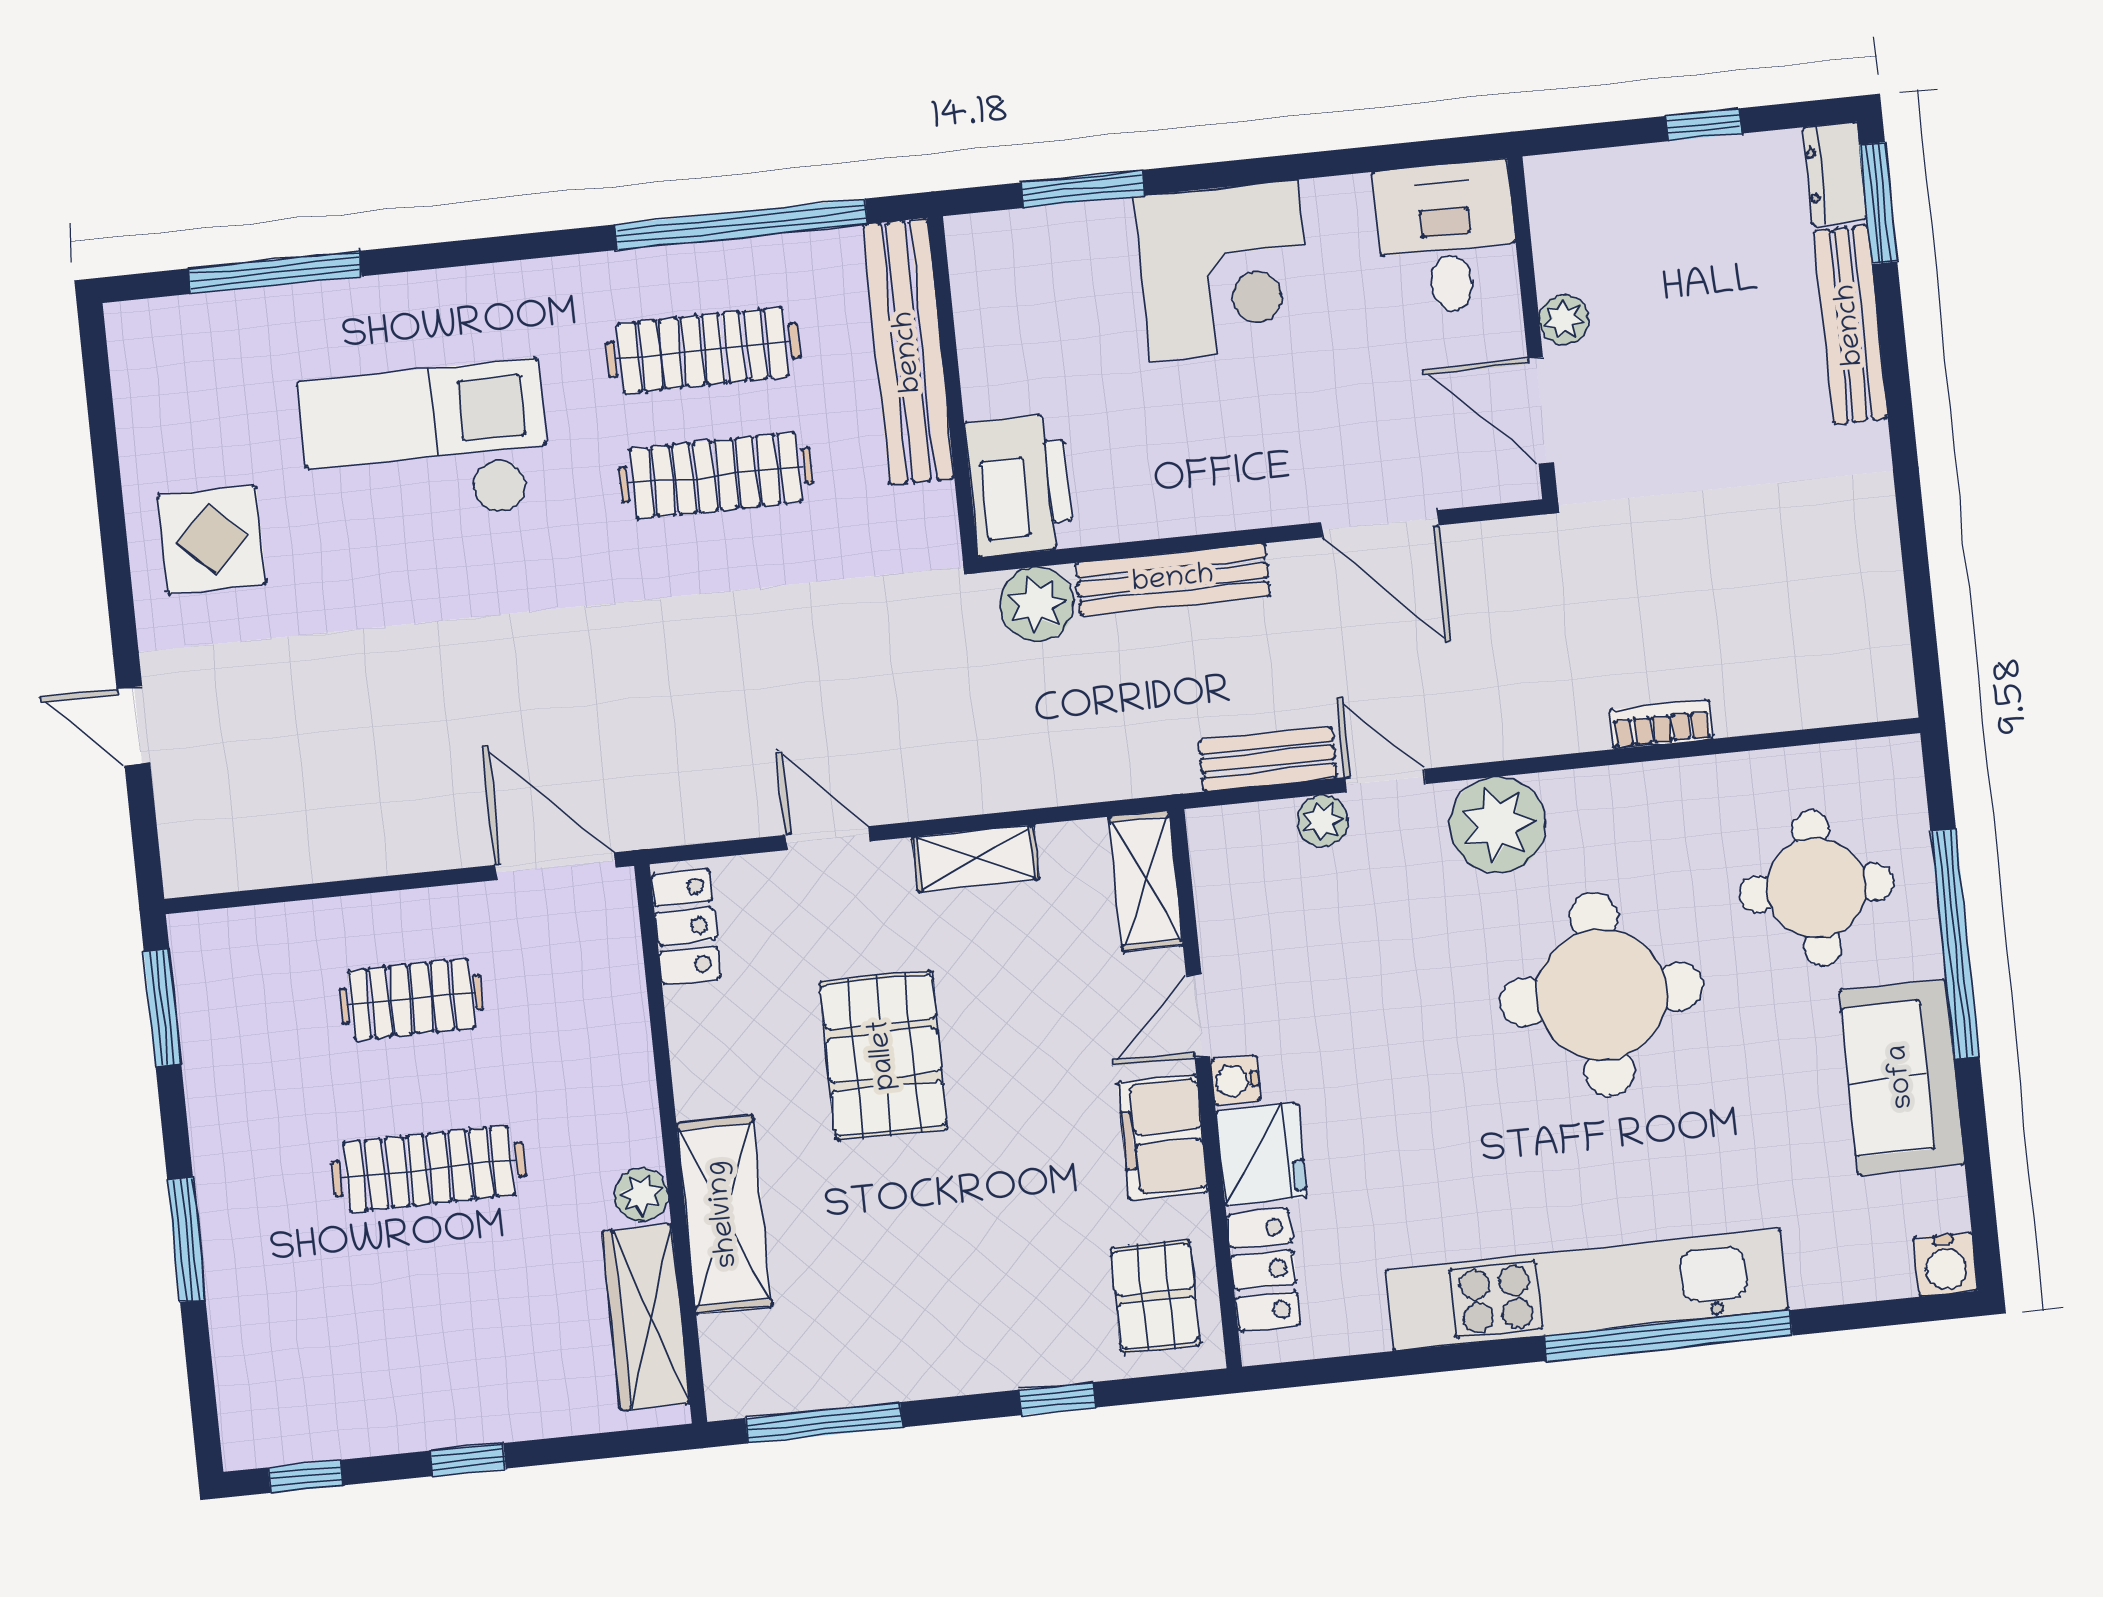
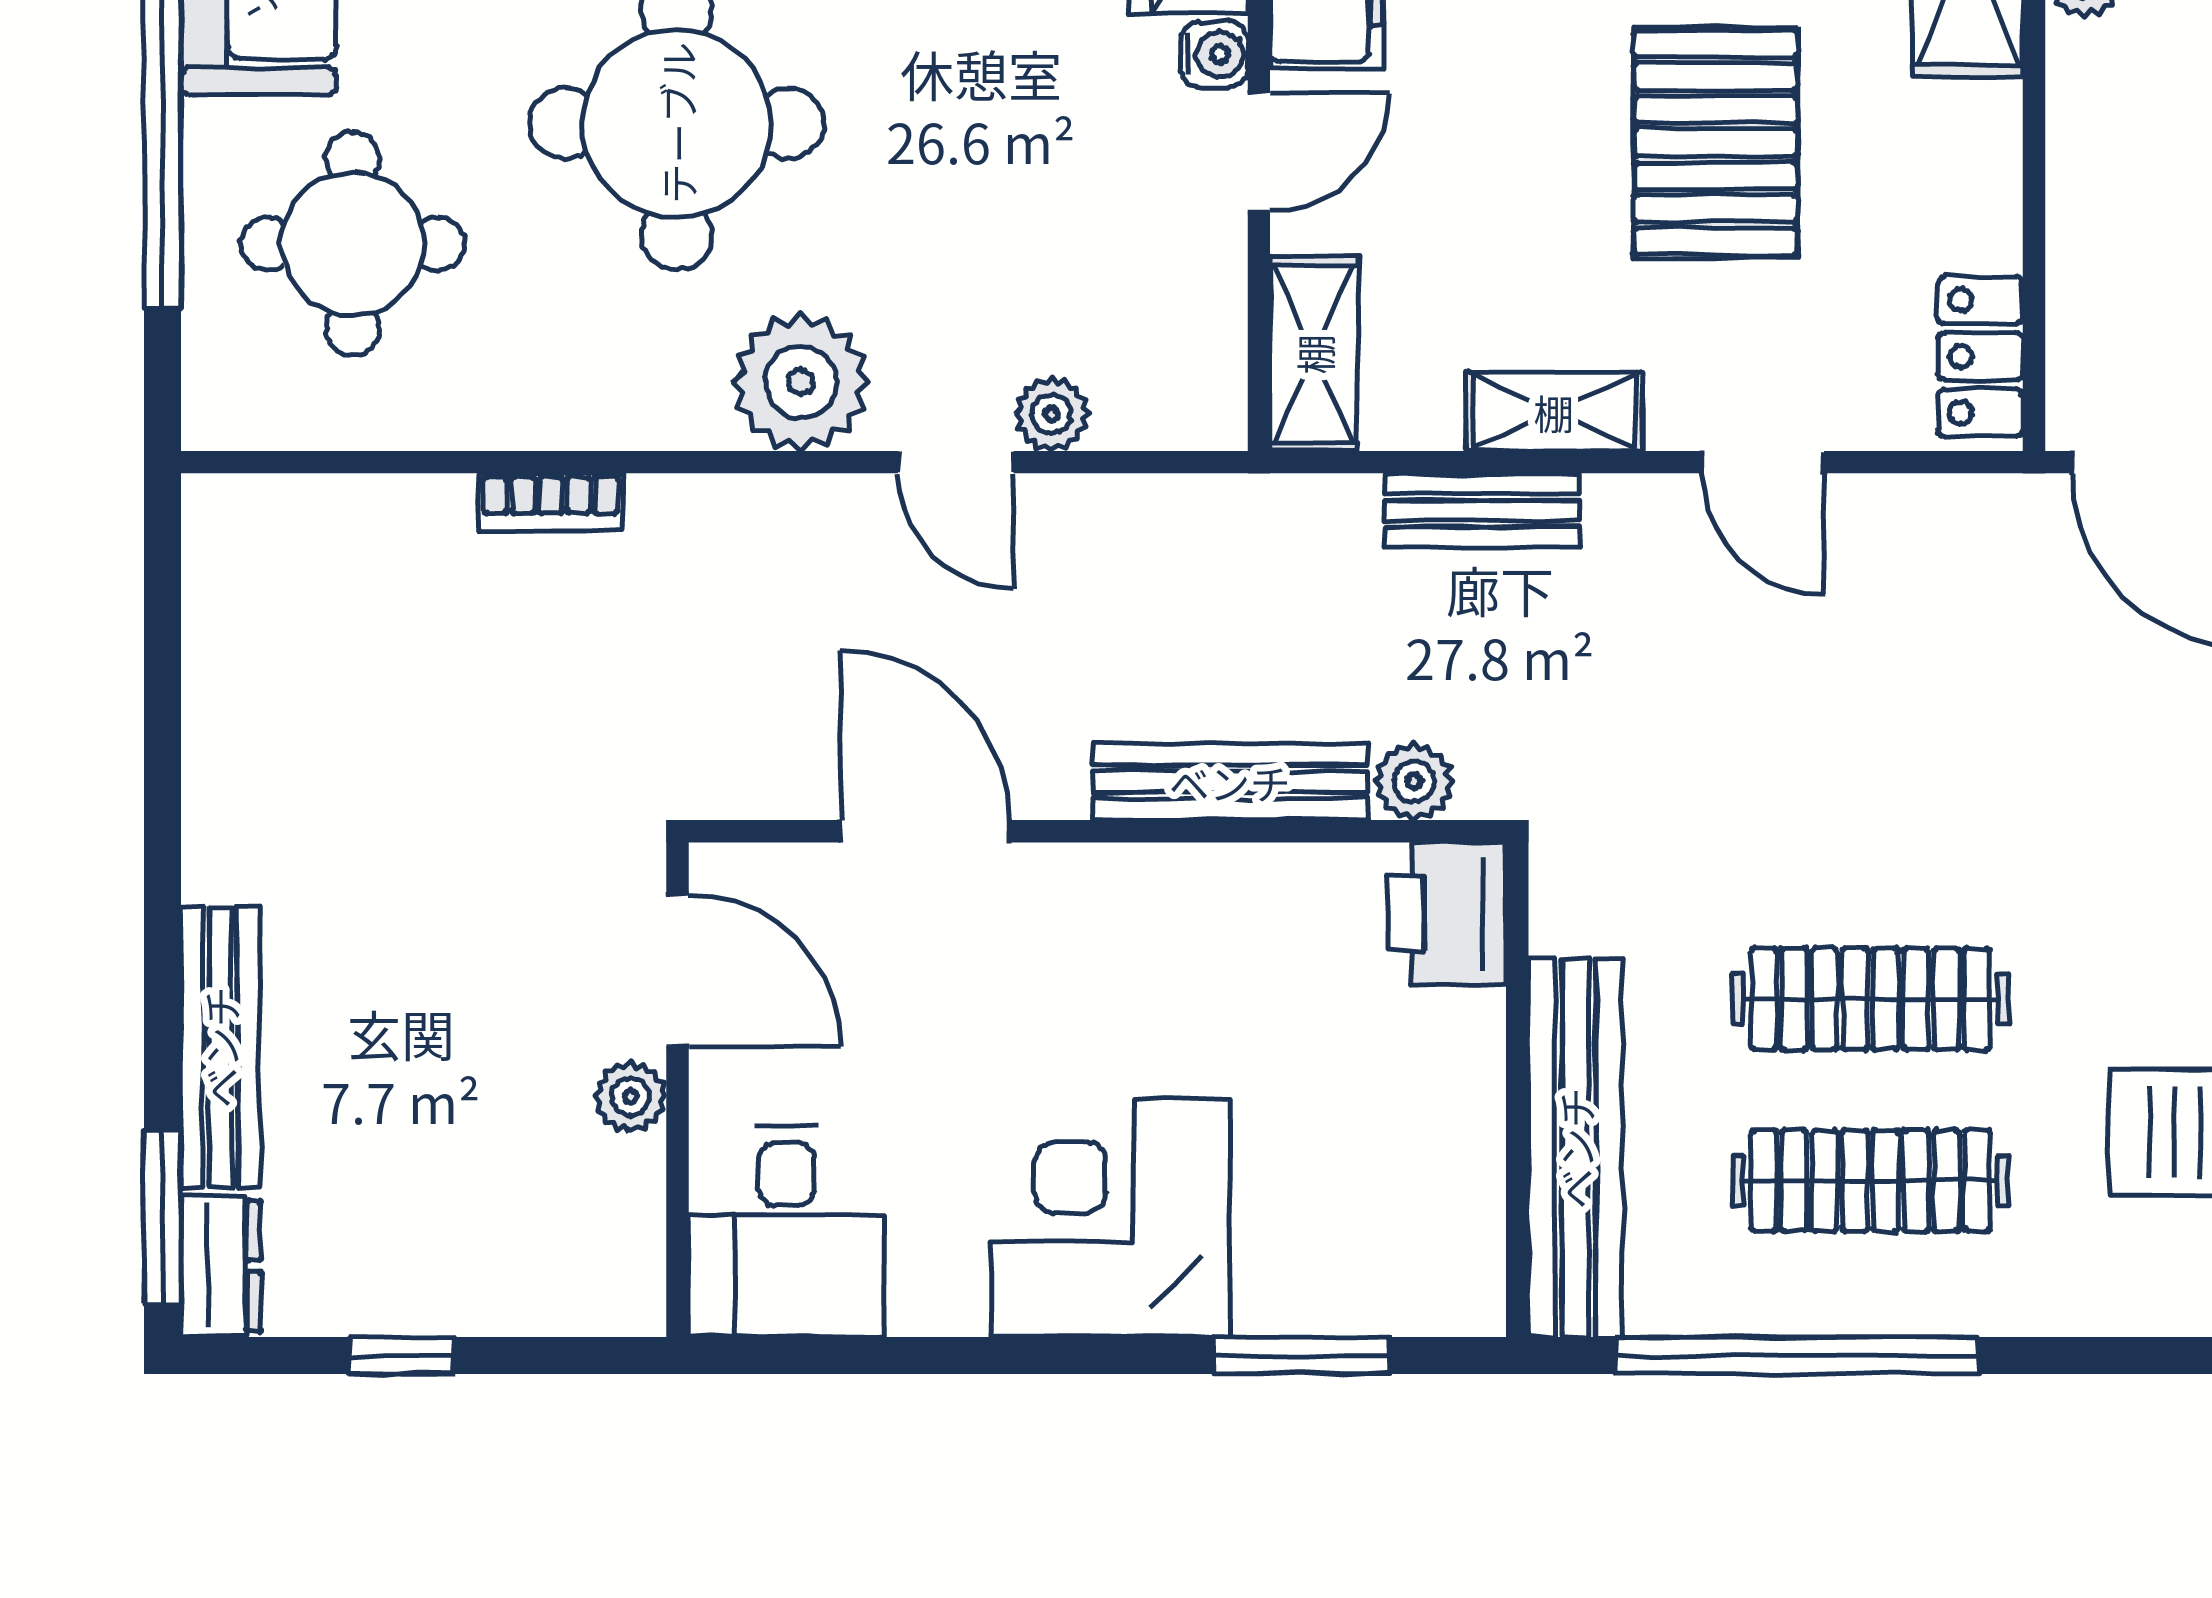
printer: (1020, 485) -> (1447, 914), width x0.73, depth x0.84
plant: (1037, 604) -> (1414, 781), width x0.73, depth x0.73
bench: (1268, 759) -> (1482, 510), moved

